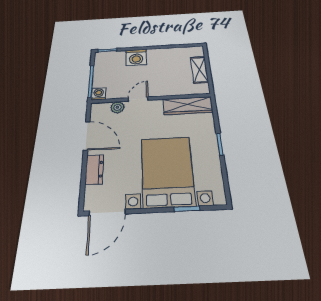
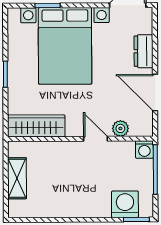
washing machine: (136, 57) -> (125, 204), moved
door: (138, 99) -> (95, 139), swing flipped

